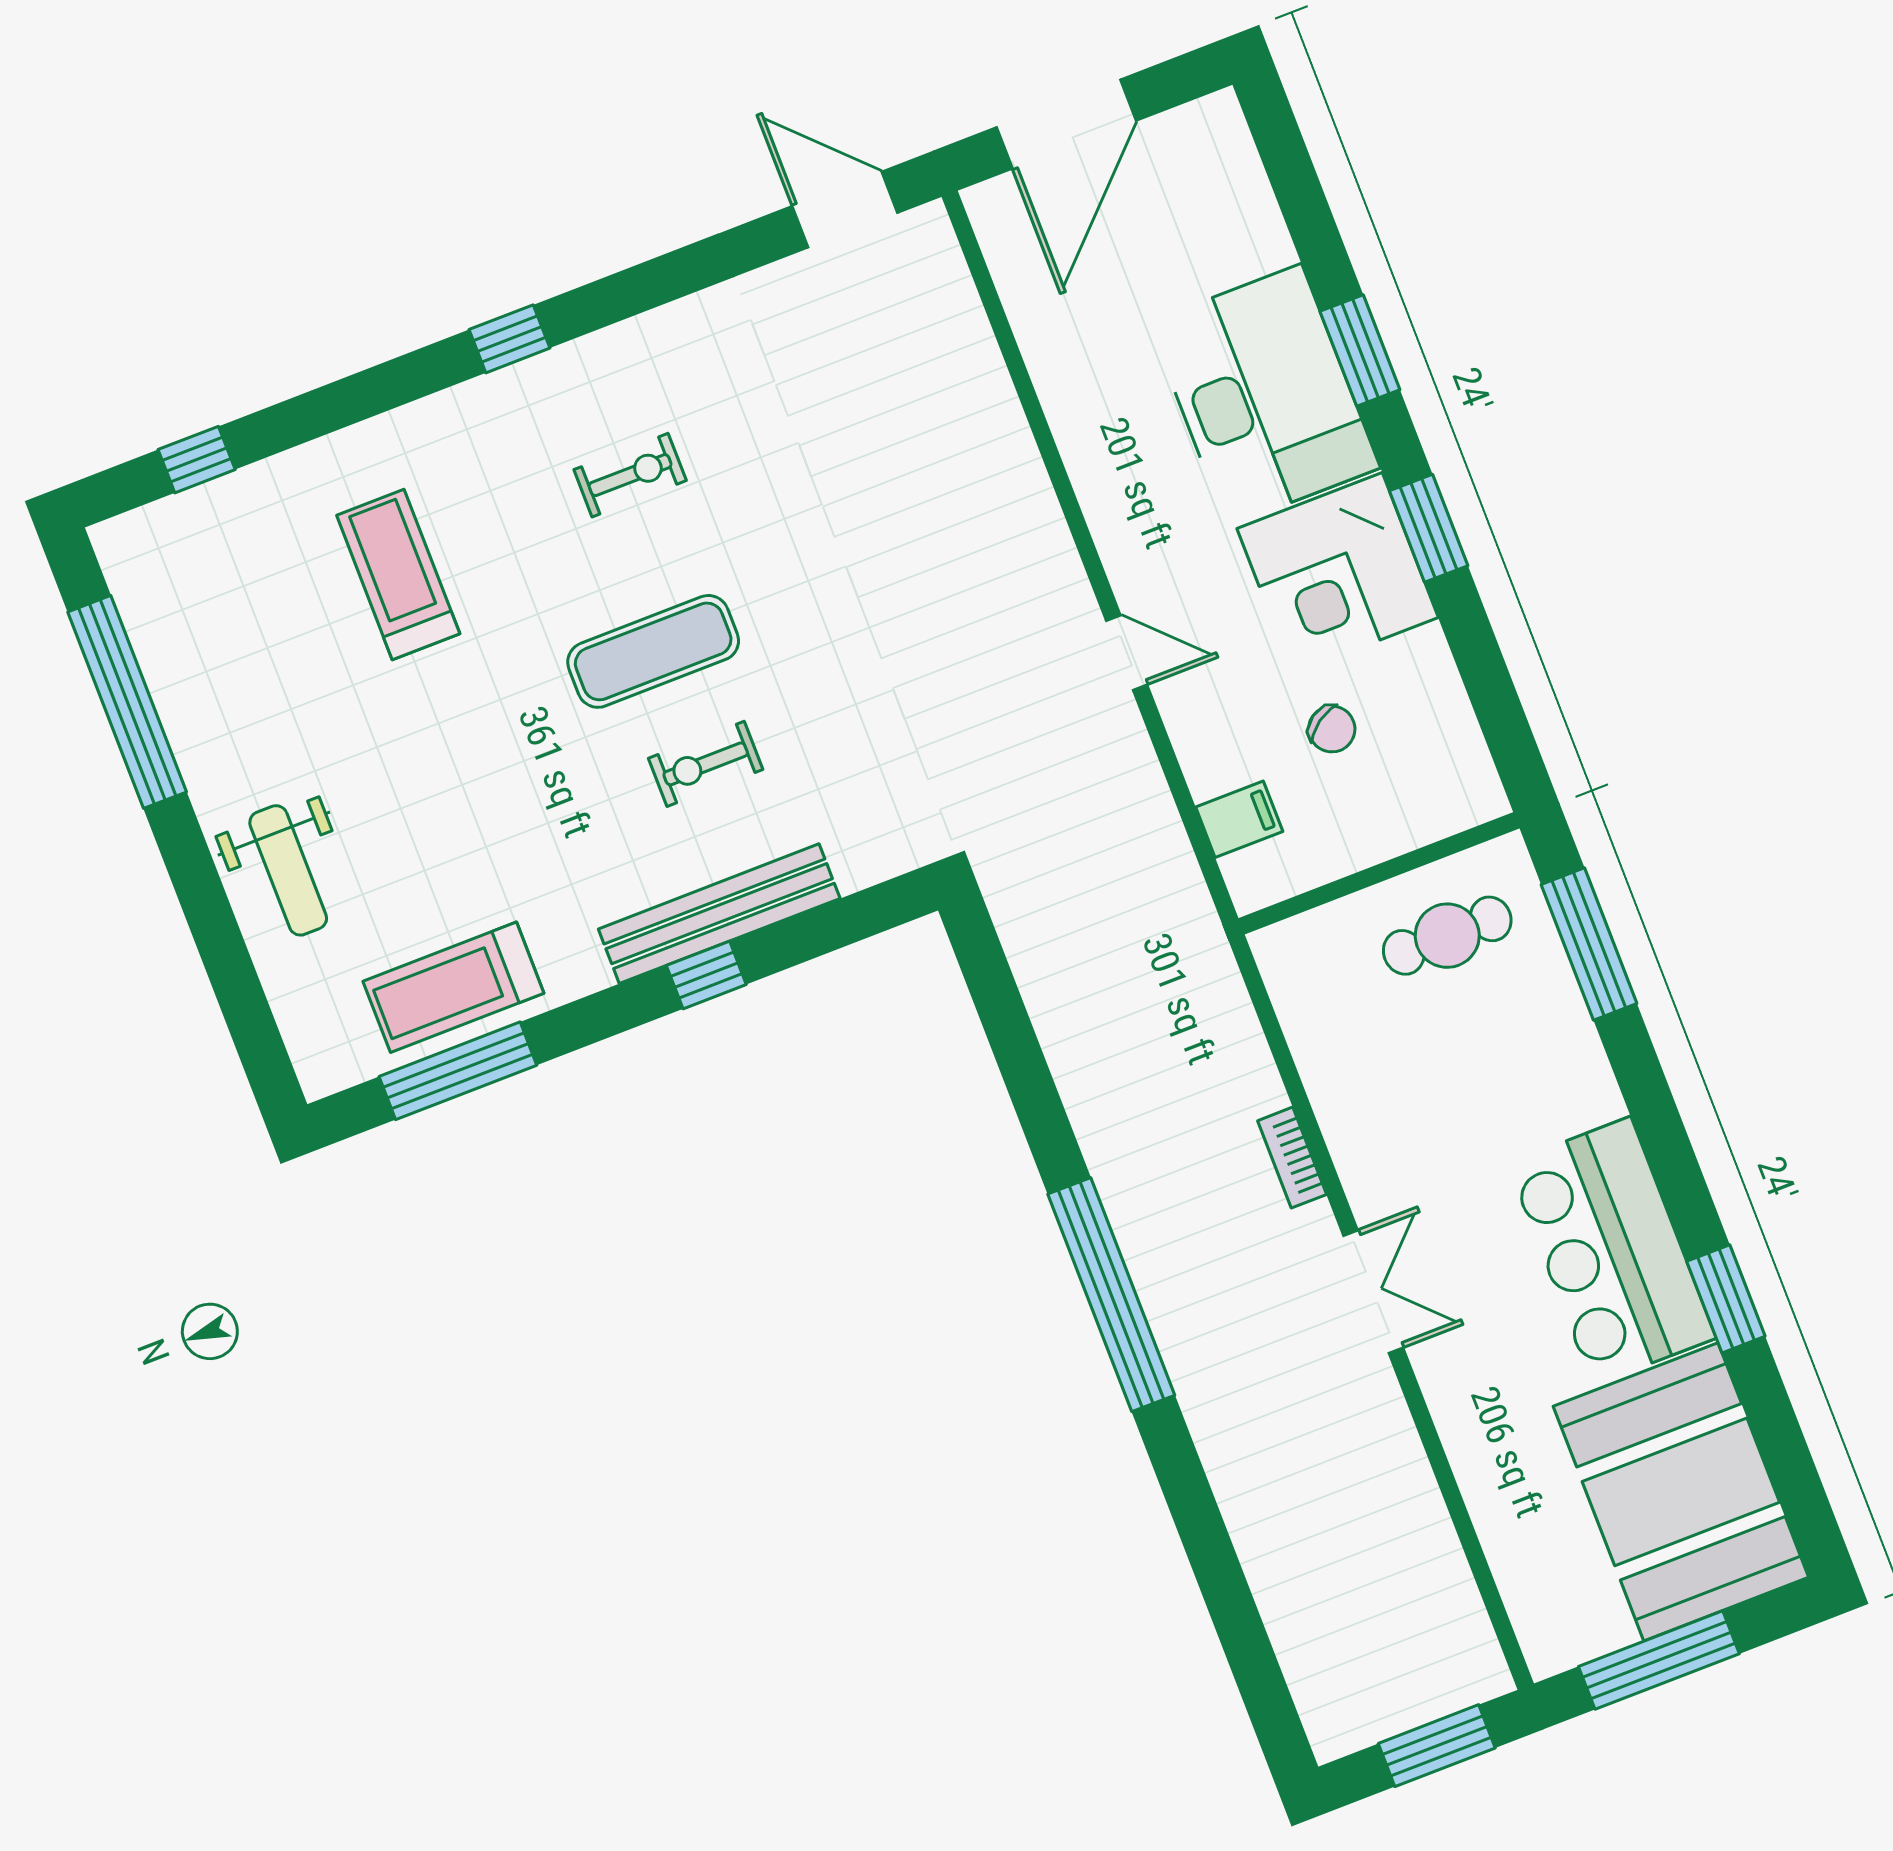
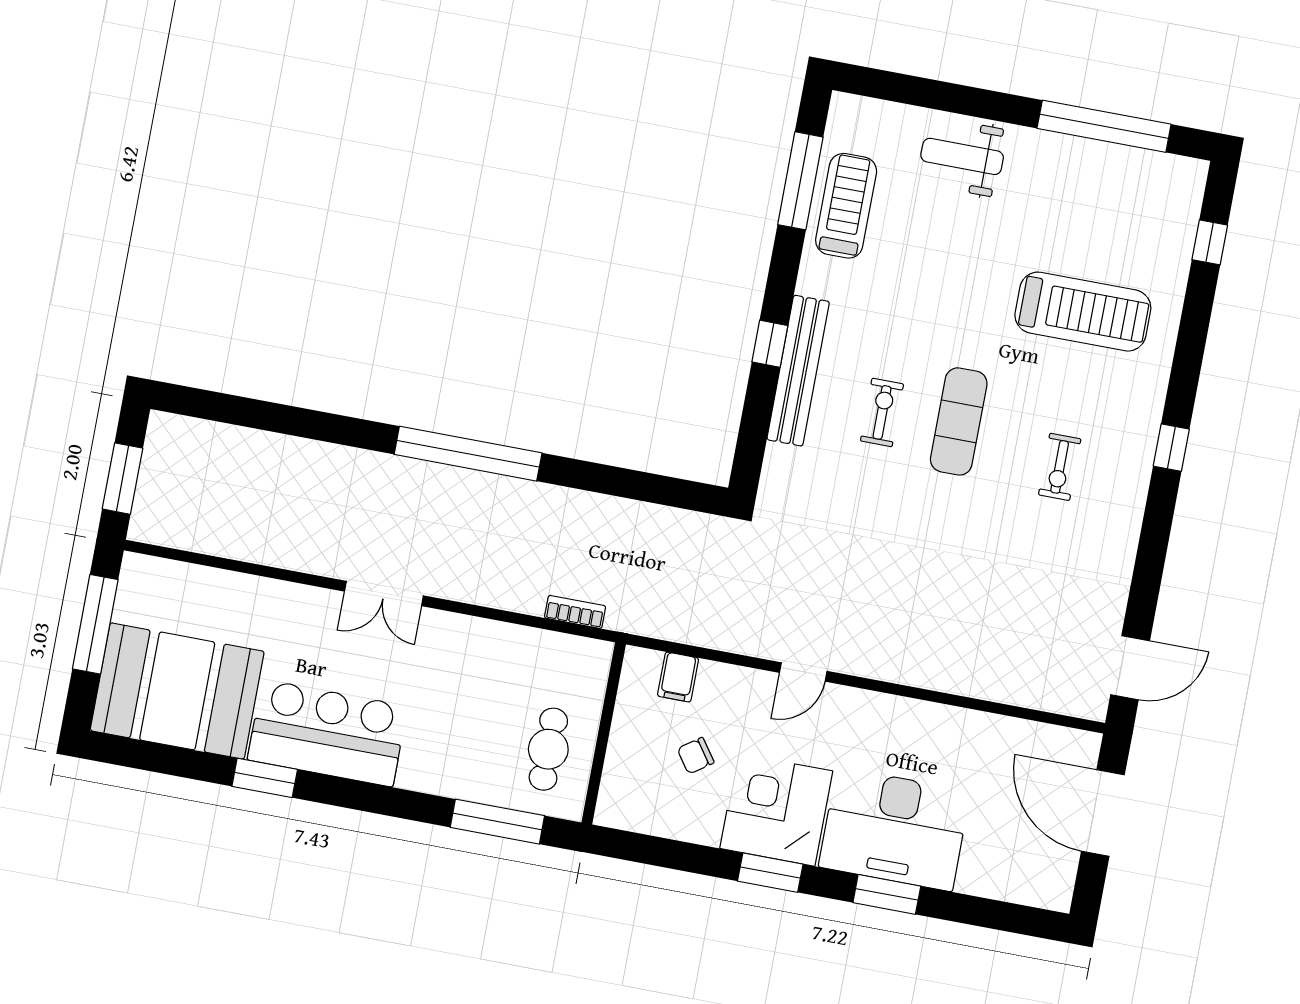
treadmill: (398, 575) -> (1083, 312), width x1.37, depth x1.38
bookcase: (1292, 1158) -> (575, 612), moved

